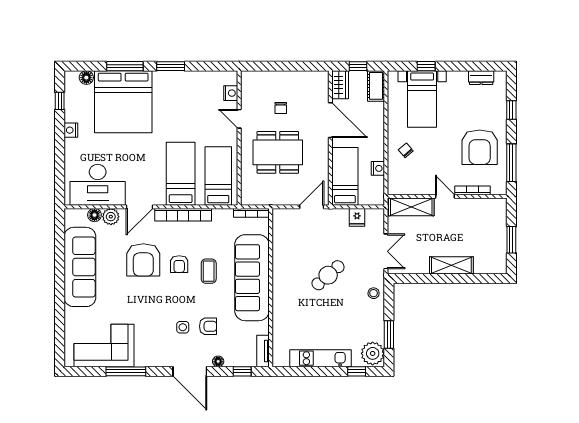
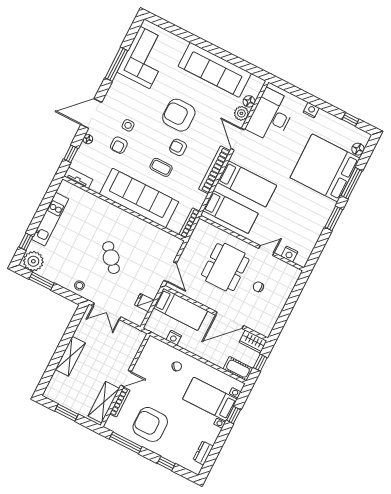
nightstand: (71, 130) -> (311, 110), moved
shelving: (411, 207) -> (104, 402), moved
armchair: (143, 260) -> (179, 115), moved

